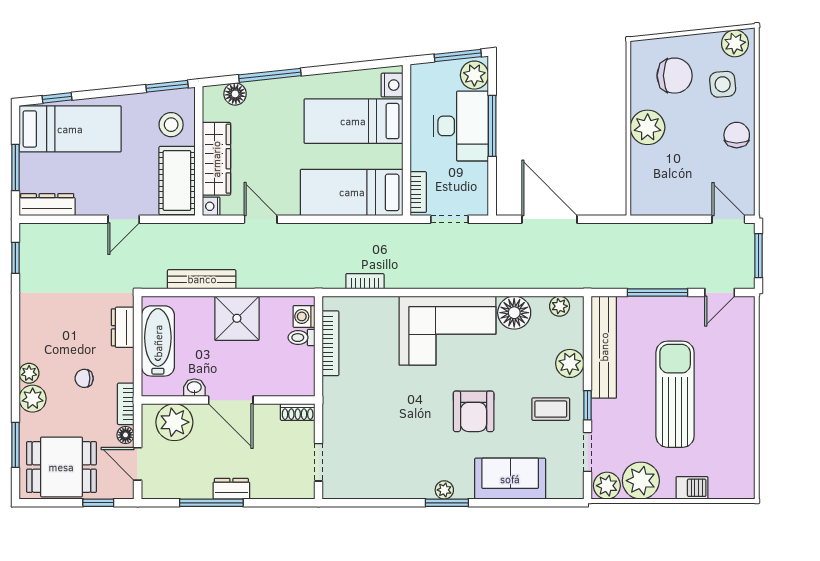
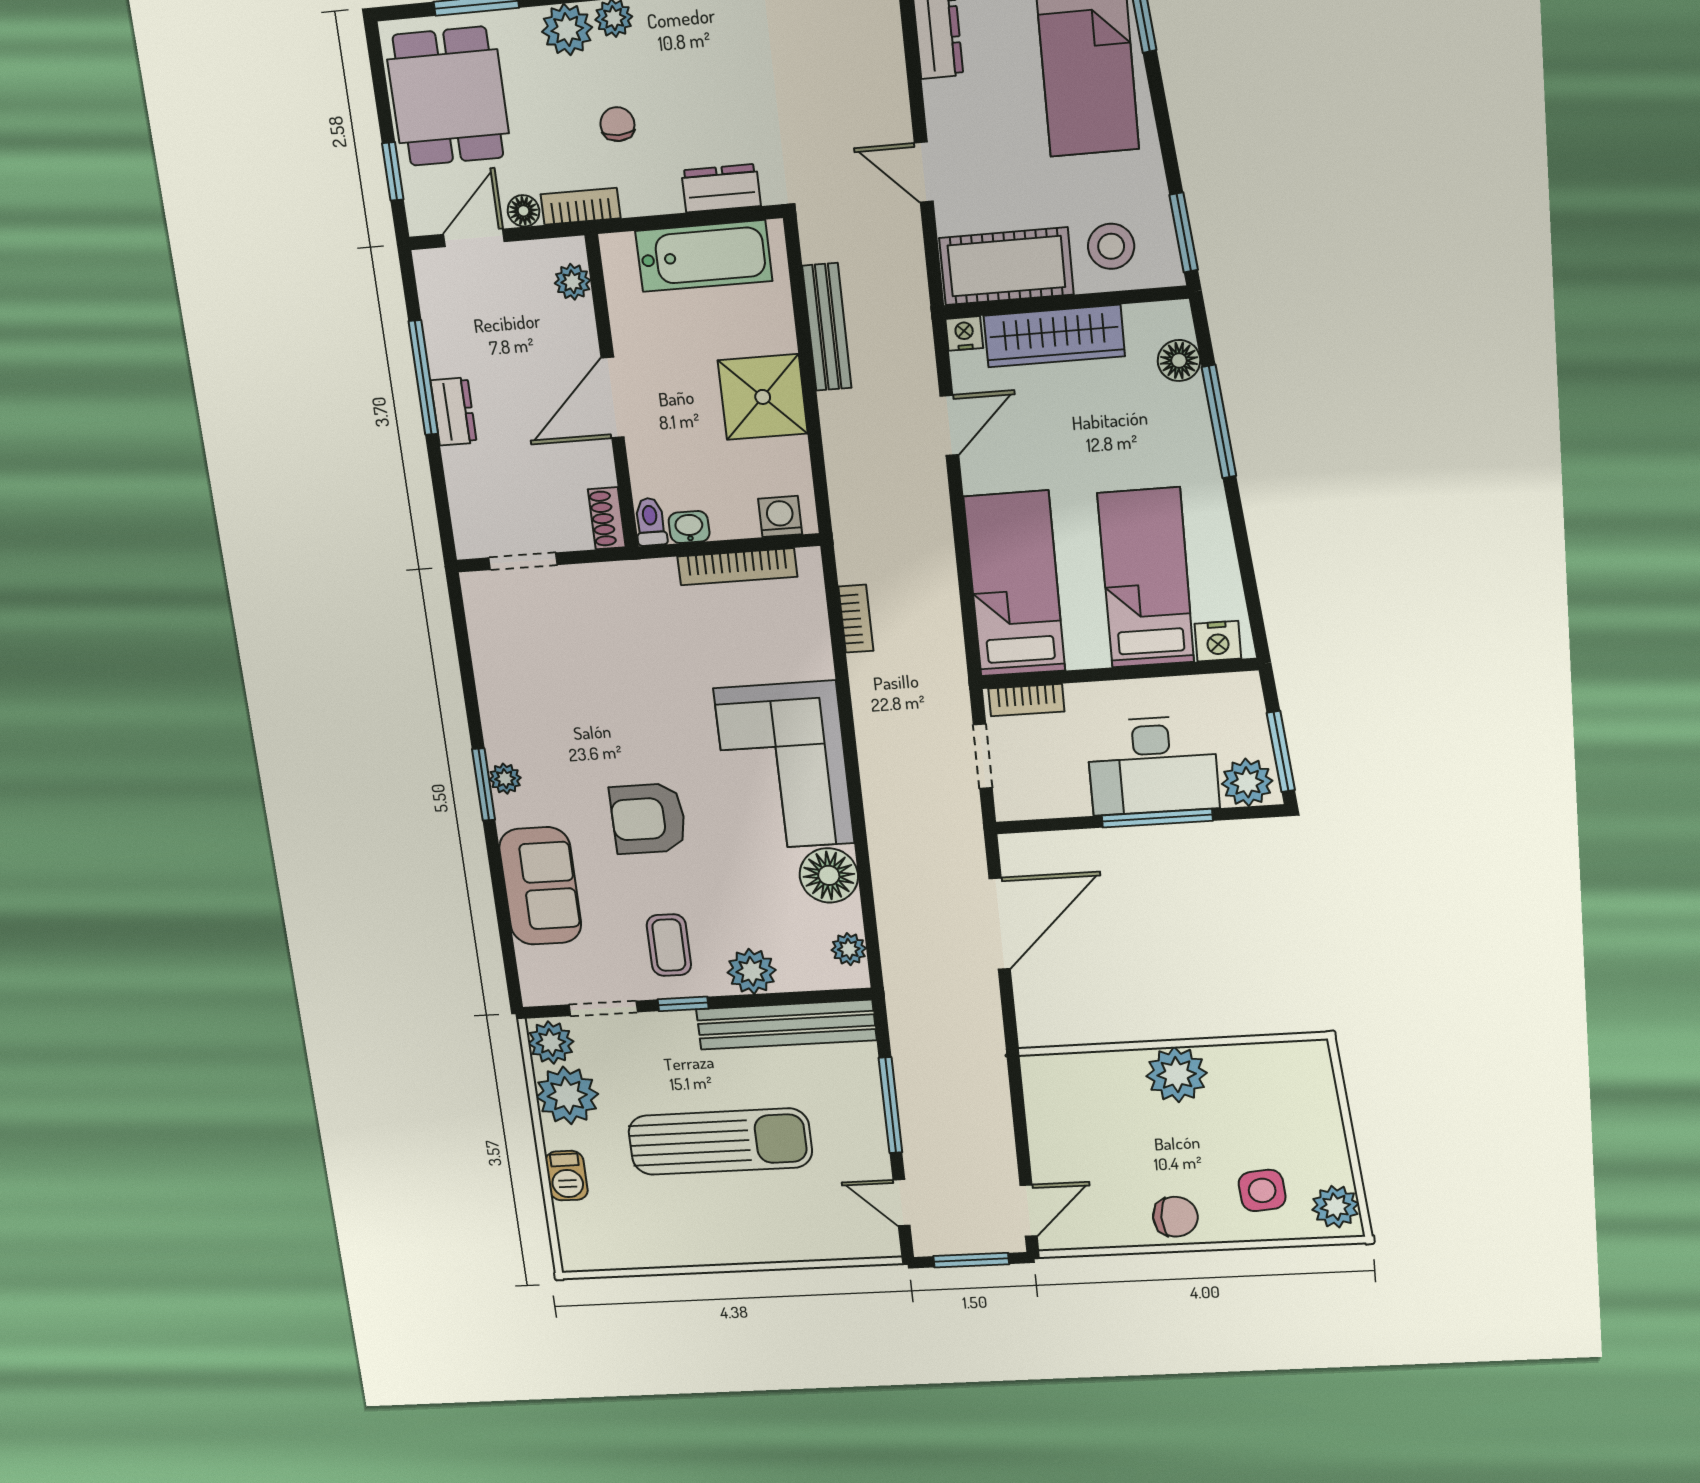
chair: (675, 76) -> (1272, 1113), removed
toilet: (301, 338) -> (650, 522), moved
washbasin: (194, 388) -> (689, 527), moved, turned -90
plant: (174, 422) -> (573, 282), width x0.53, depth x0.53

